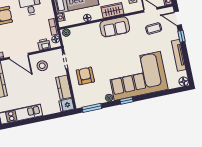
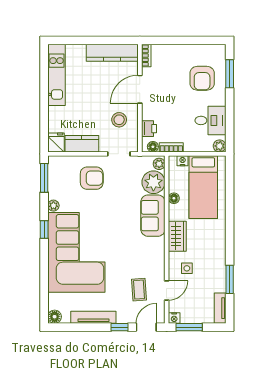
sofa: (115, 27) -> (153, 216), moved
plant: (79, 34) -> (153, 182), added

